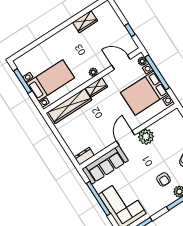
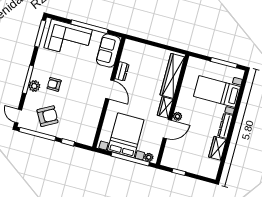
dresser: (64, 33) -> (225, 126), added
door: (121, 62) -> (167, 129), moved
bed with nightstands: (50, 80) -> (217, 91), moved, turned 90
plant: (146, 137) -> (96, 104), removed
dresser: (84, 156) -> (122, 71), moved
sofa: (105, 165) -> (108, 51), width x0.73

